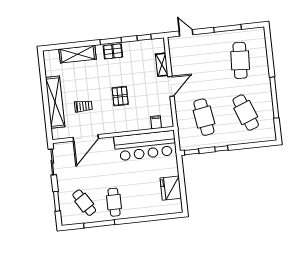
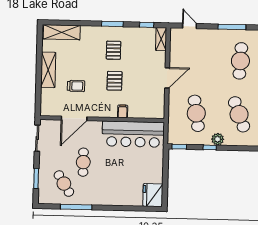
pallet: (113, 51) -> (114, 50), moved, turned 90
shelving: (78, 54) -> (62, 32), moved
shelving: (162, 65) -> (161, 39), moved
shelving: (55, 102) -> (48, 70), width x0.68
filing cabinet: (156, 122) -> (123, 111), moved
plant: (228, 140) -> (218, 139), added
fridge: (171, 188) -> (153, 195), moved
cafe table: (114, 202) -> (83, 162), moved

